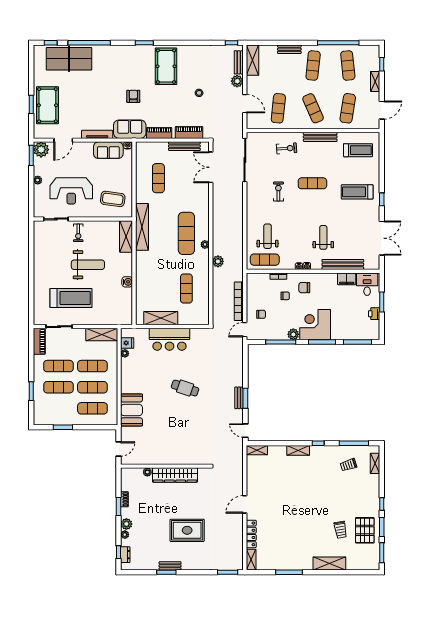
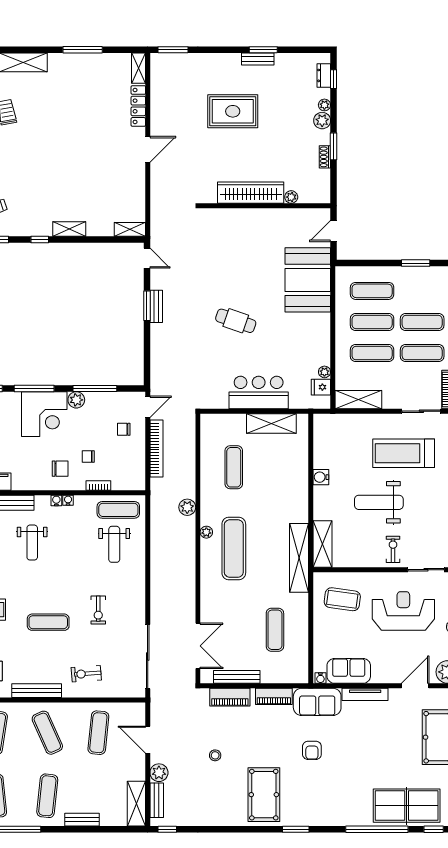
booth: (132, 410) -> (308, 280), width x1.36, depth x1.42

